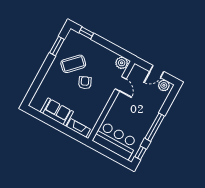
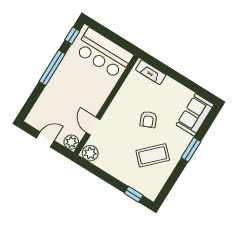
window: (57, 46) -> (191, 150), moved
armchair: (85, 83) -> (148, 119), moved
plant: (164, 85) -> (71, 142), moved
sofa: (57, 112) -> (195, 115), moved, turned 90

